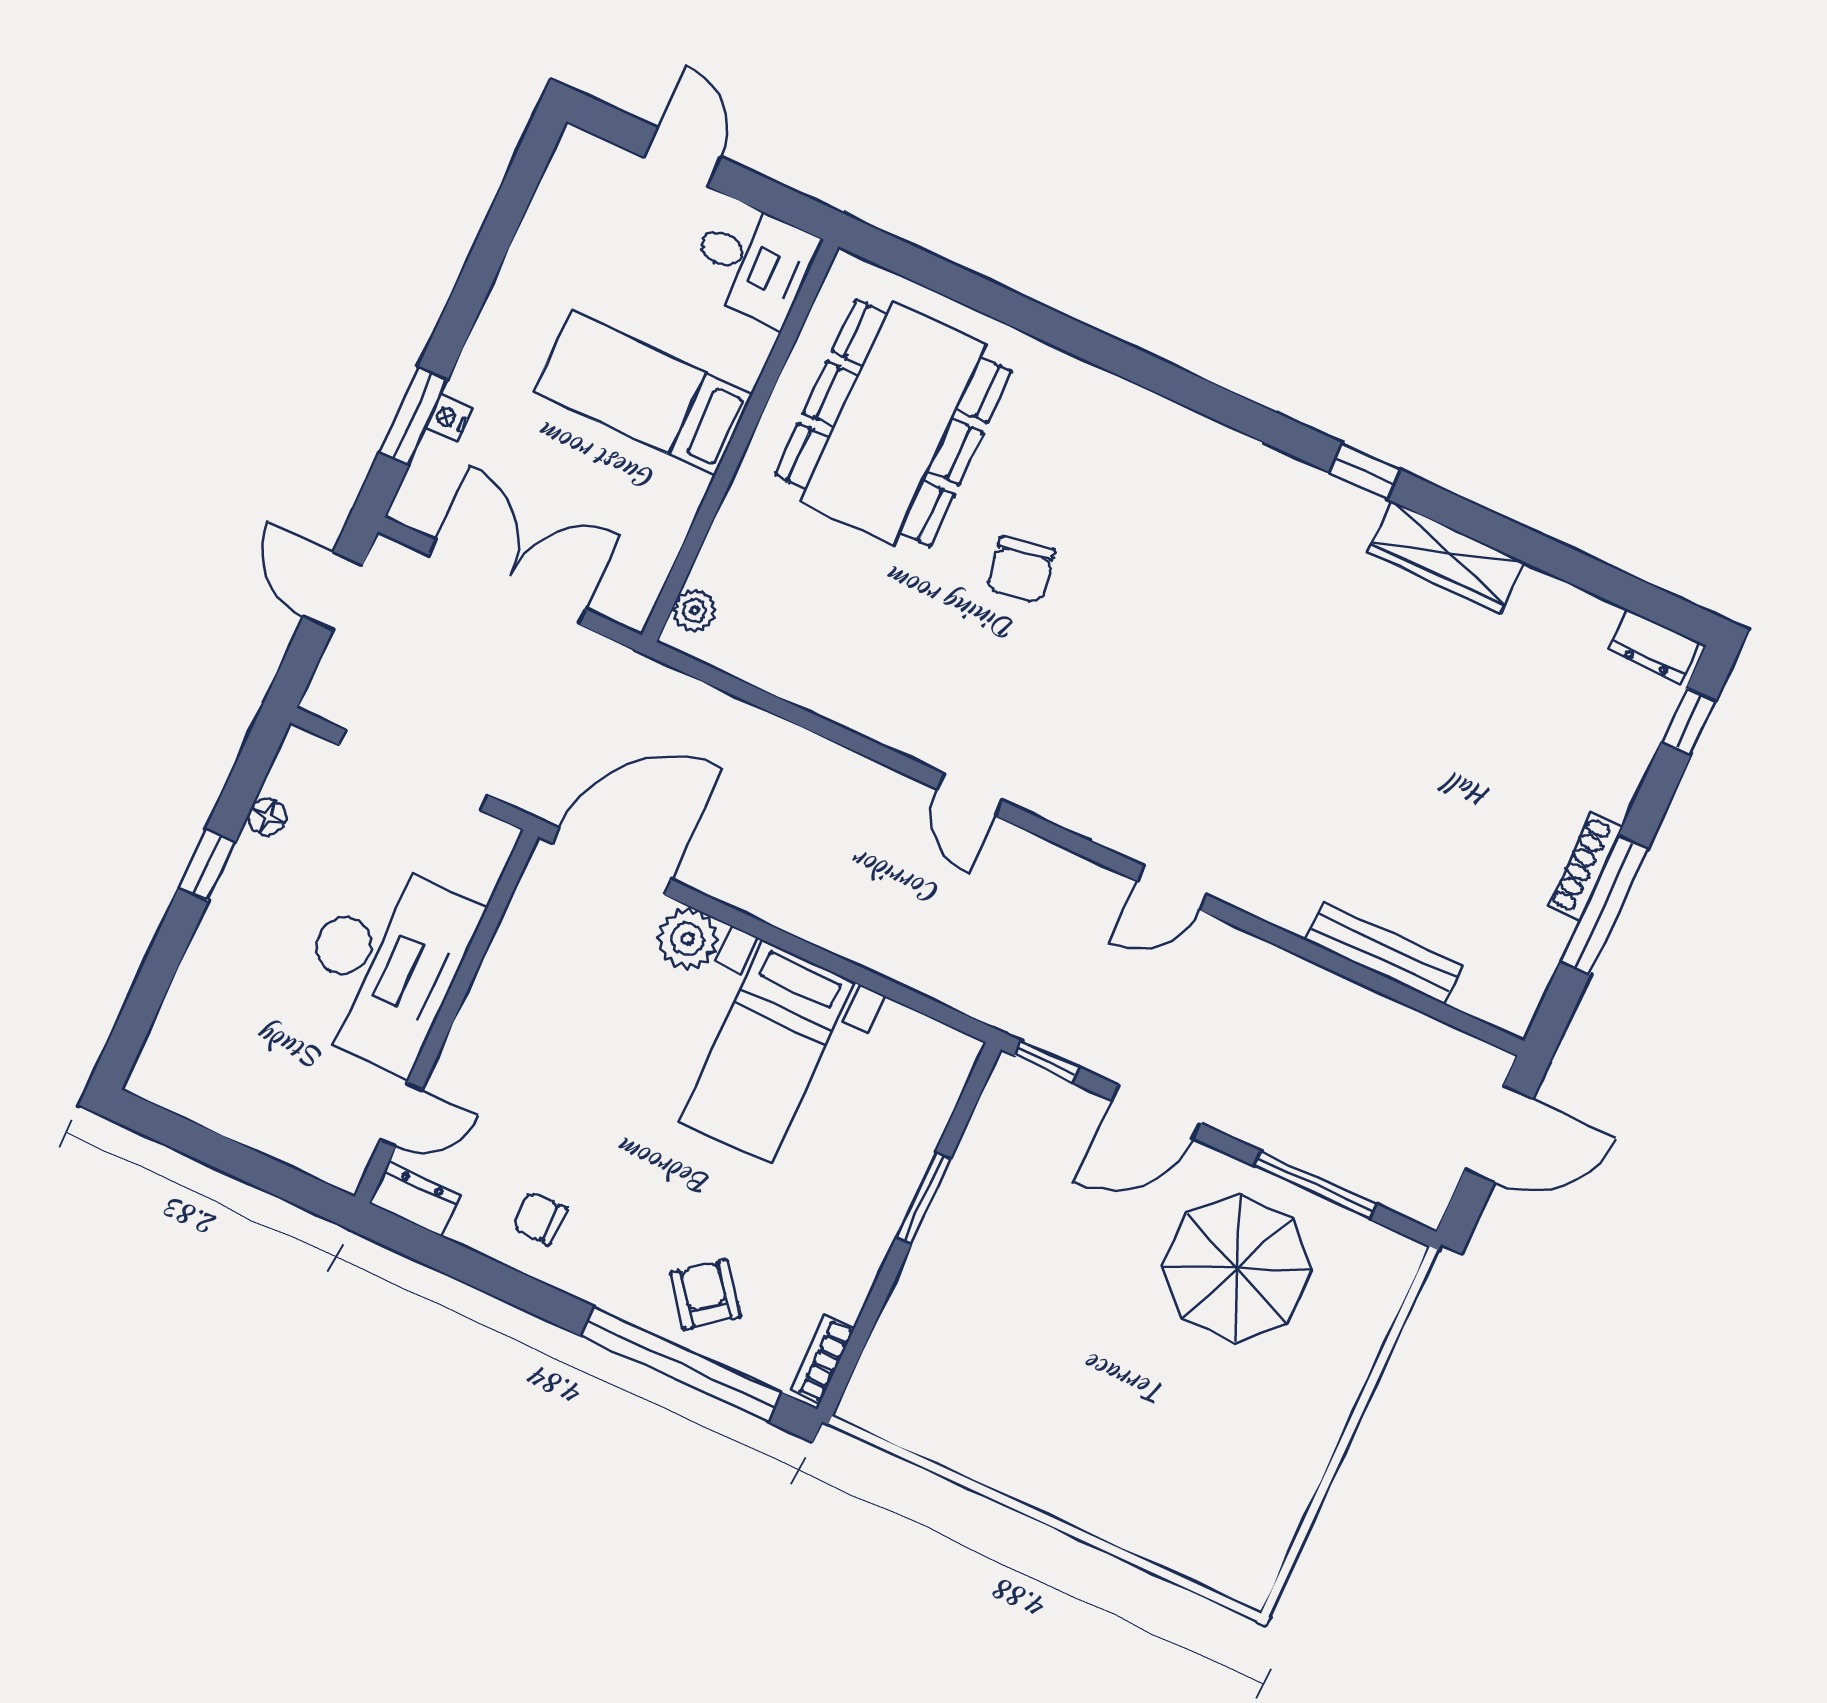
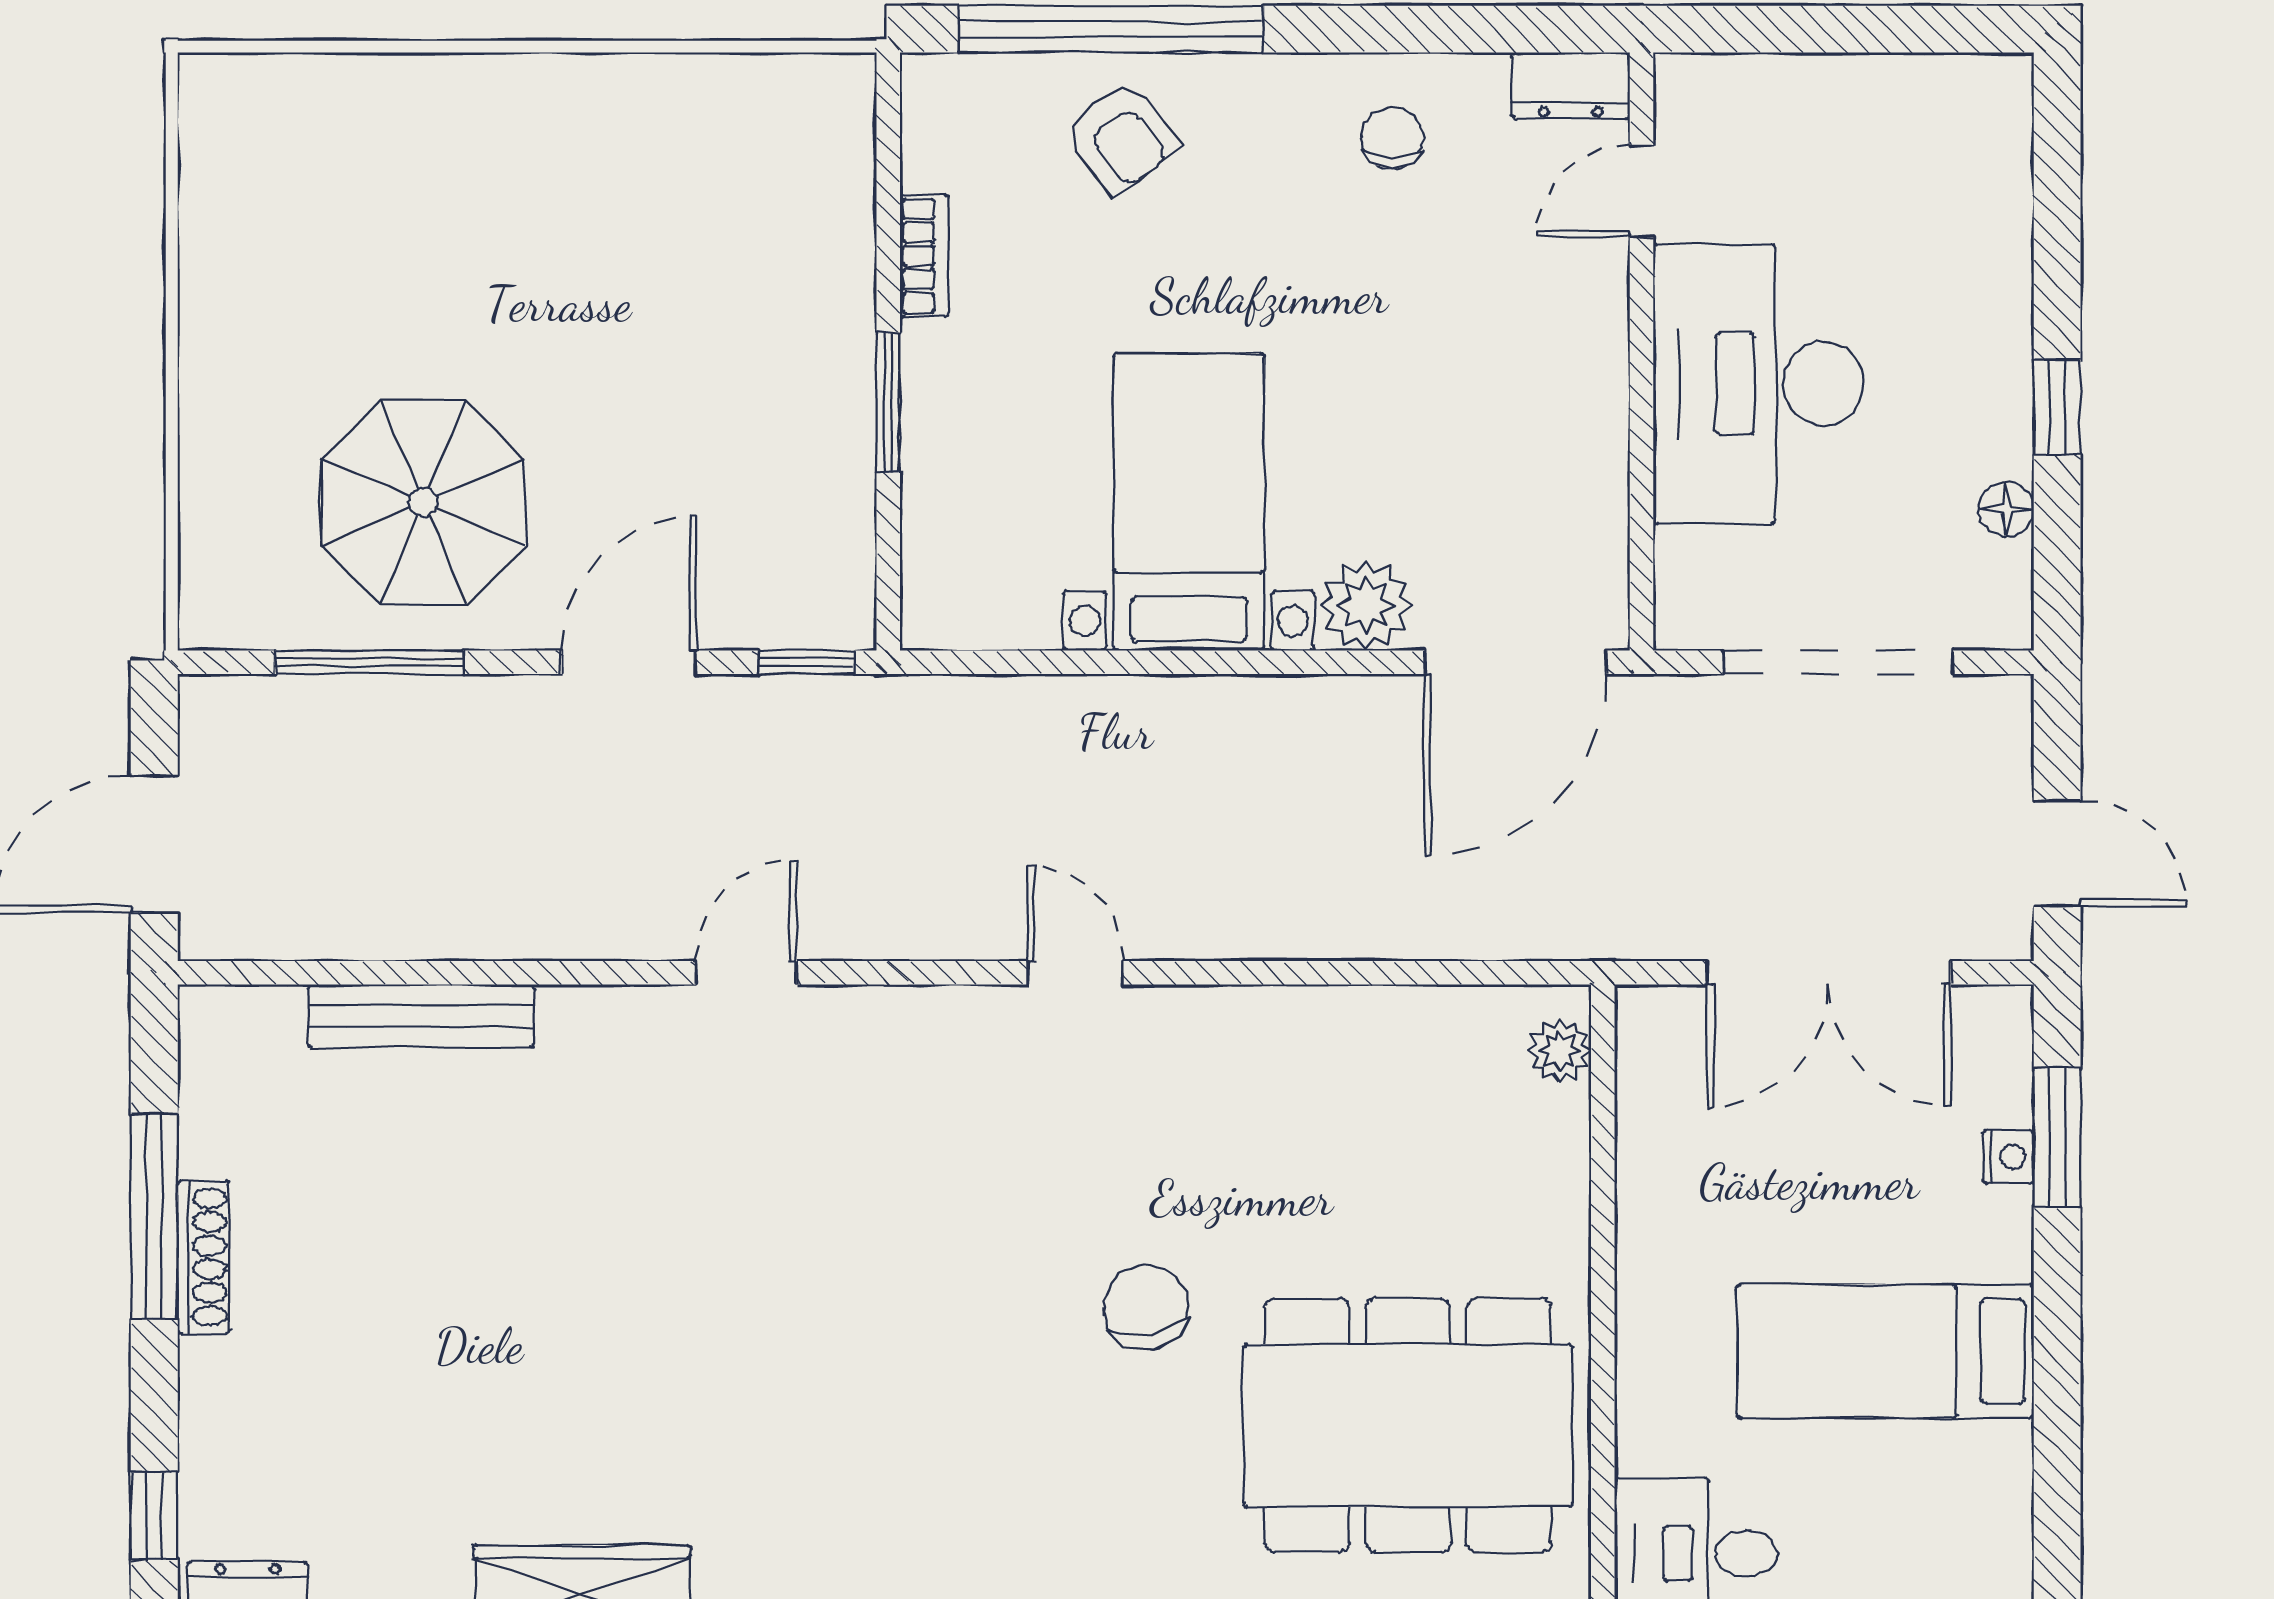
bed: (643, 393) -> (1885, 1351), moved, turned 180
dining table: (893, 423) -> (1408, 1425), turned 90
chair: (539, 1218) -> (1392, 138), turned -90
bookcase: (822, 1359) -> (924, 256), moved

